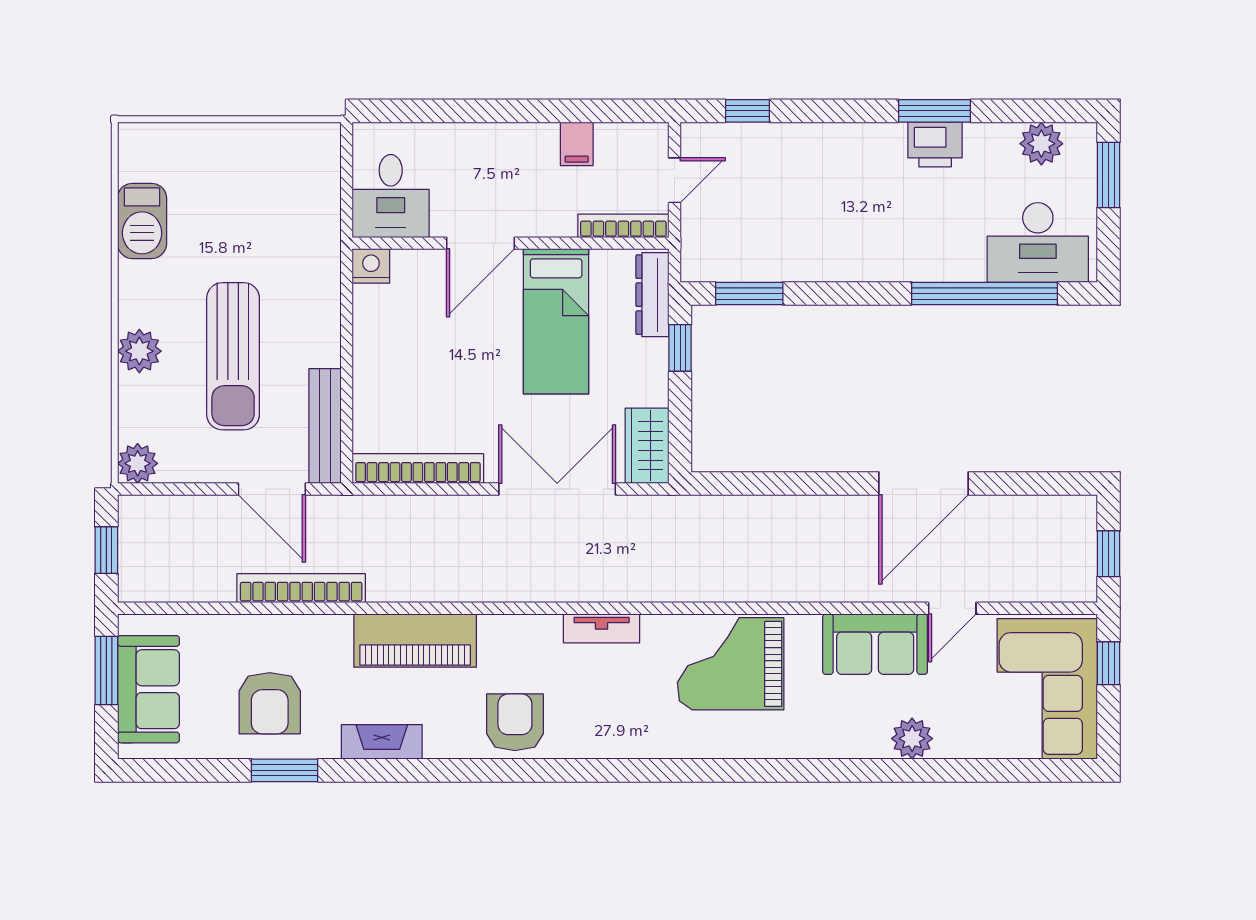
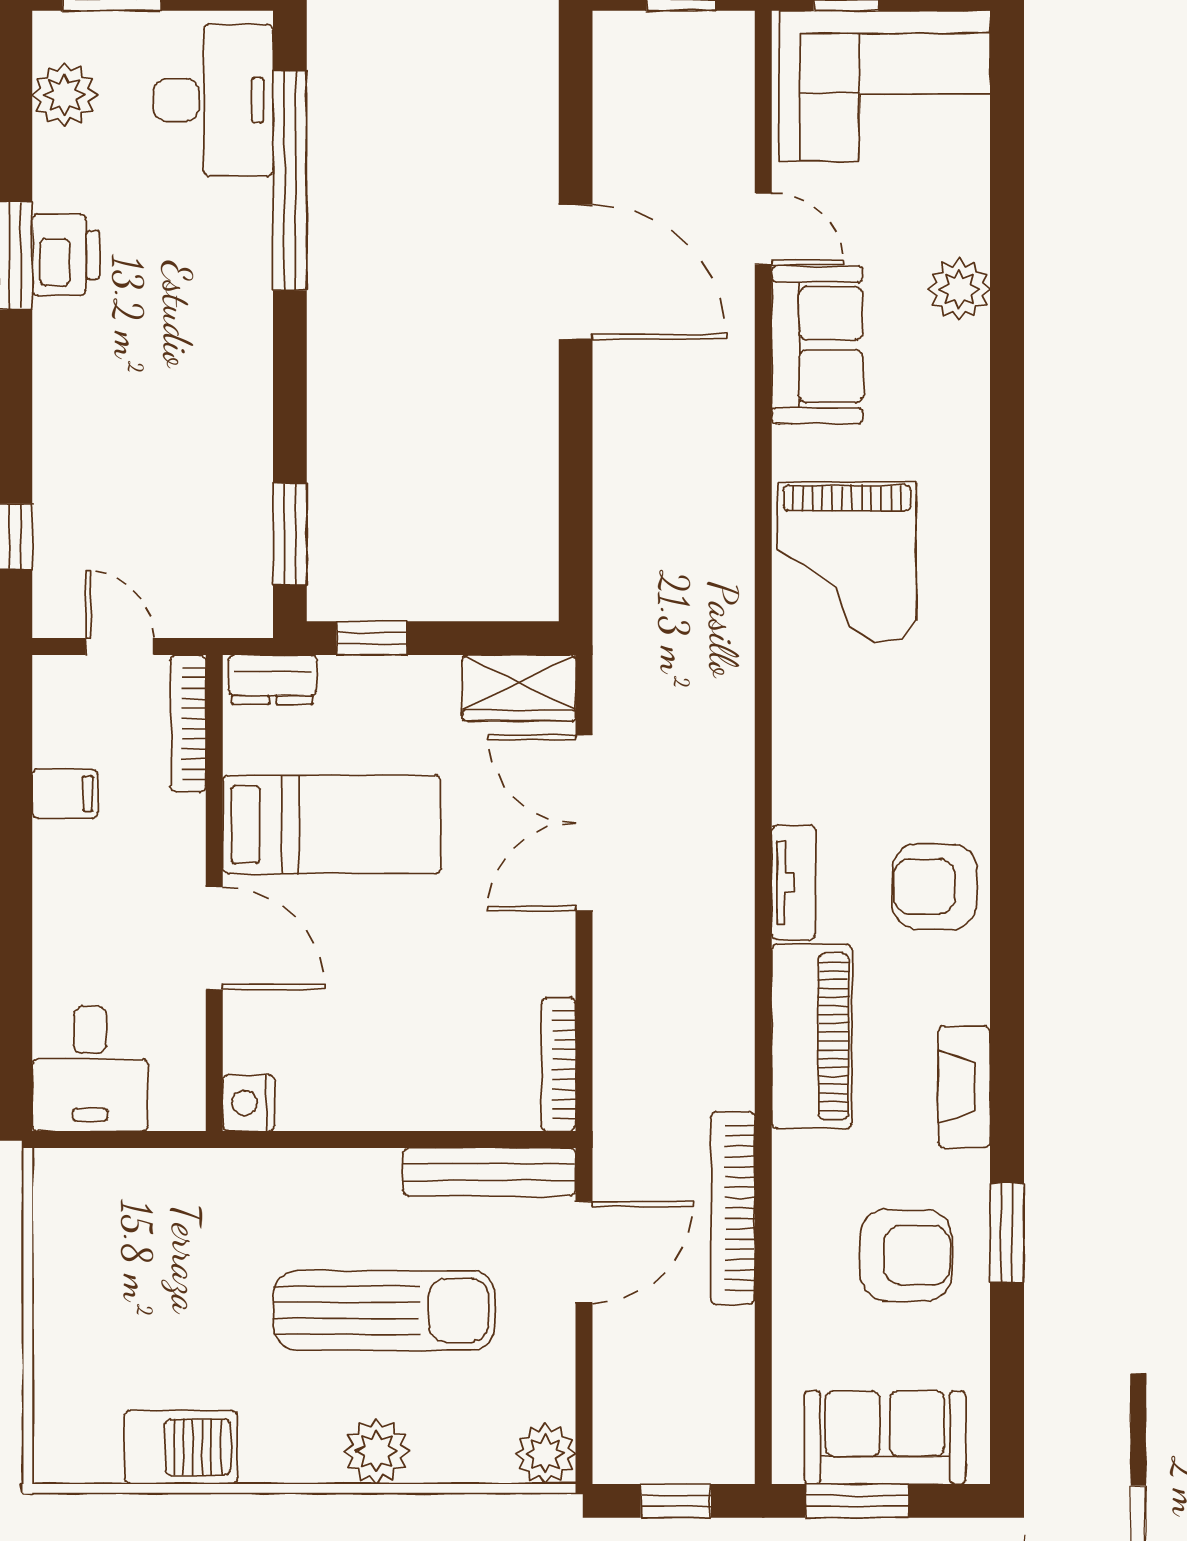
desk: (391, 196) -> (90, 1069), moved, turned 90
dresser: (652, 295) -> (272, 680), width x0.70
bookcase: (418, 469) -> (558, 1064), width x0.68, depth x0.76
tv unit: (602, 628) -> (794, 883), moved

